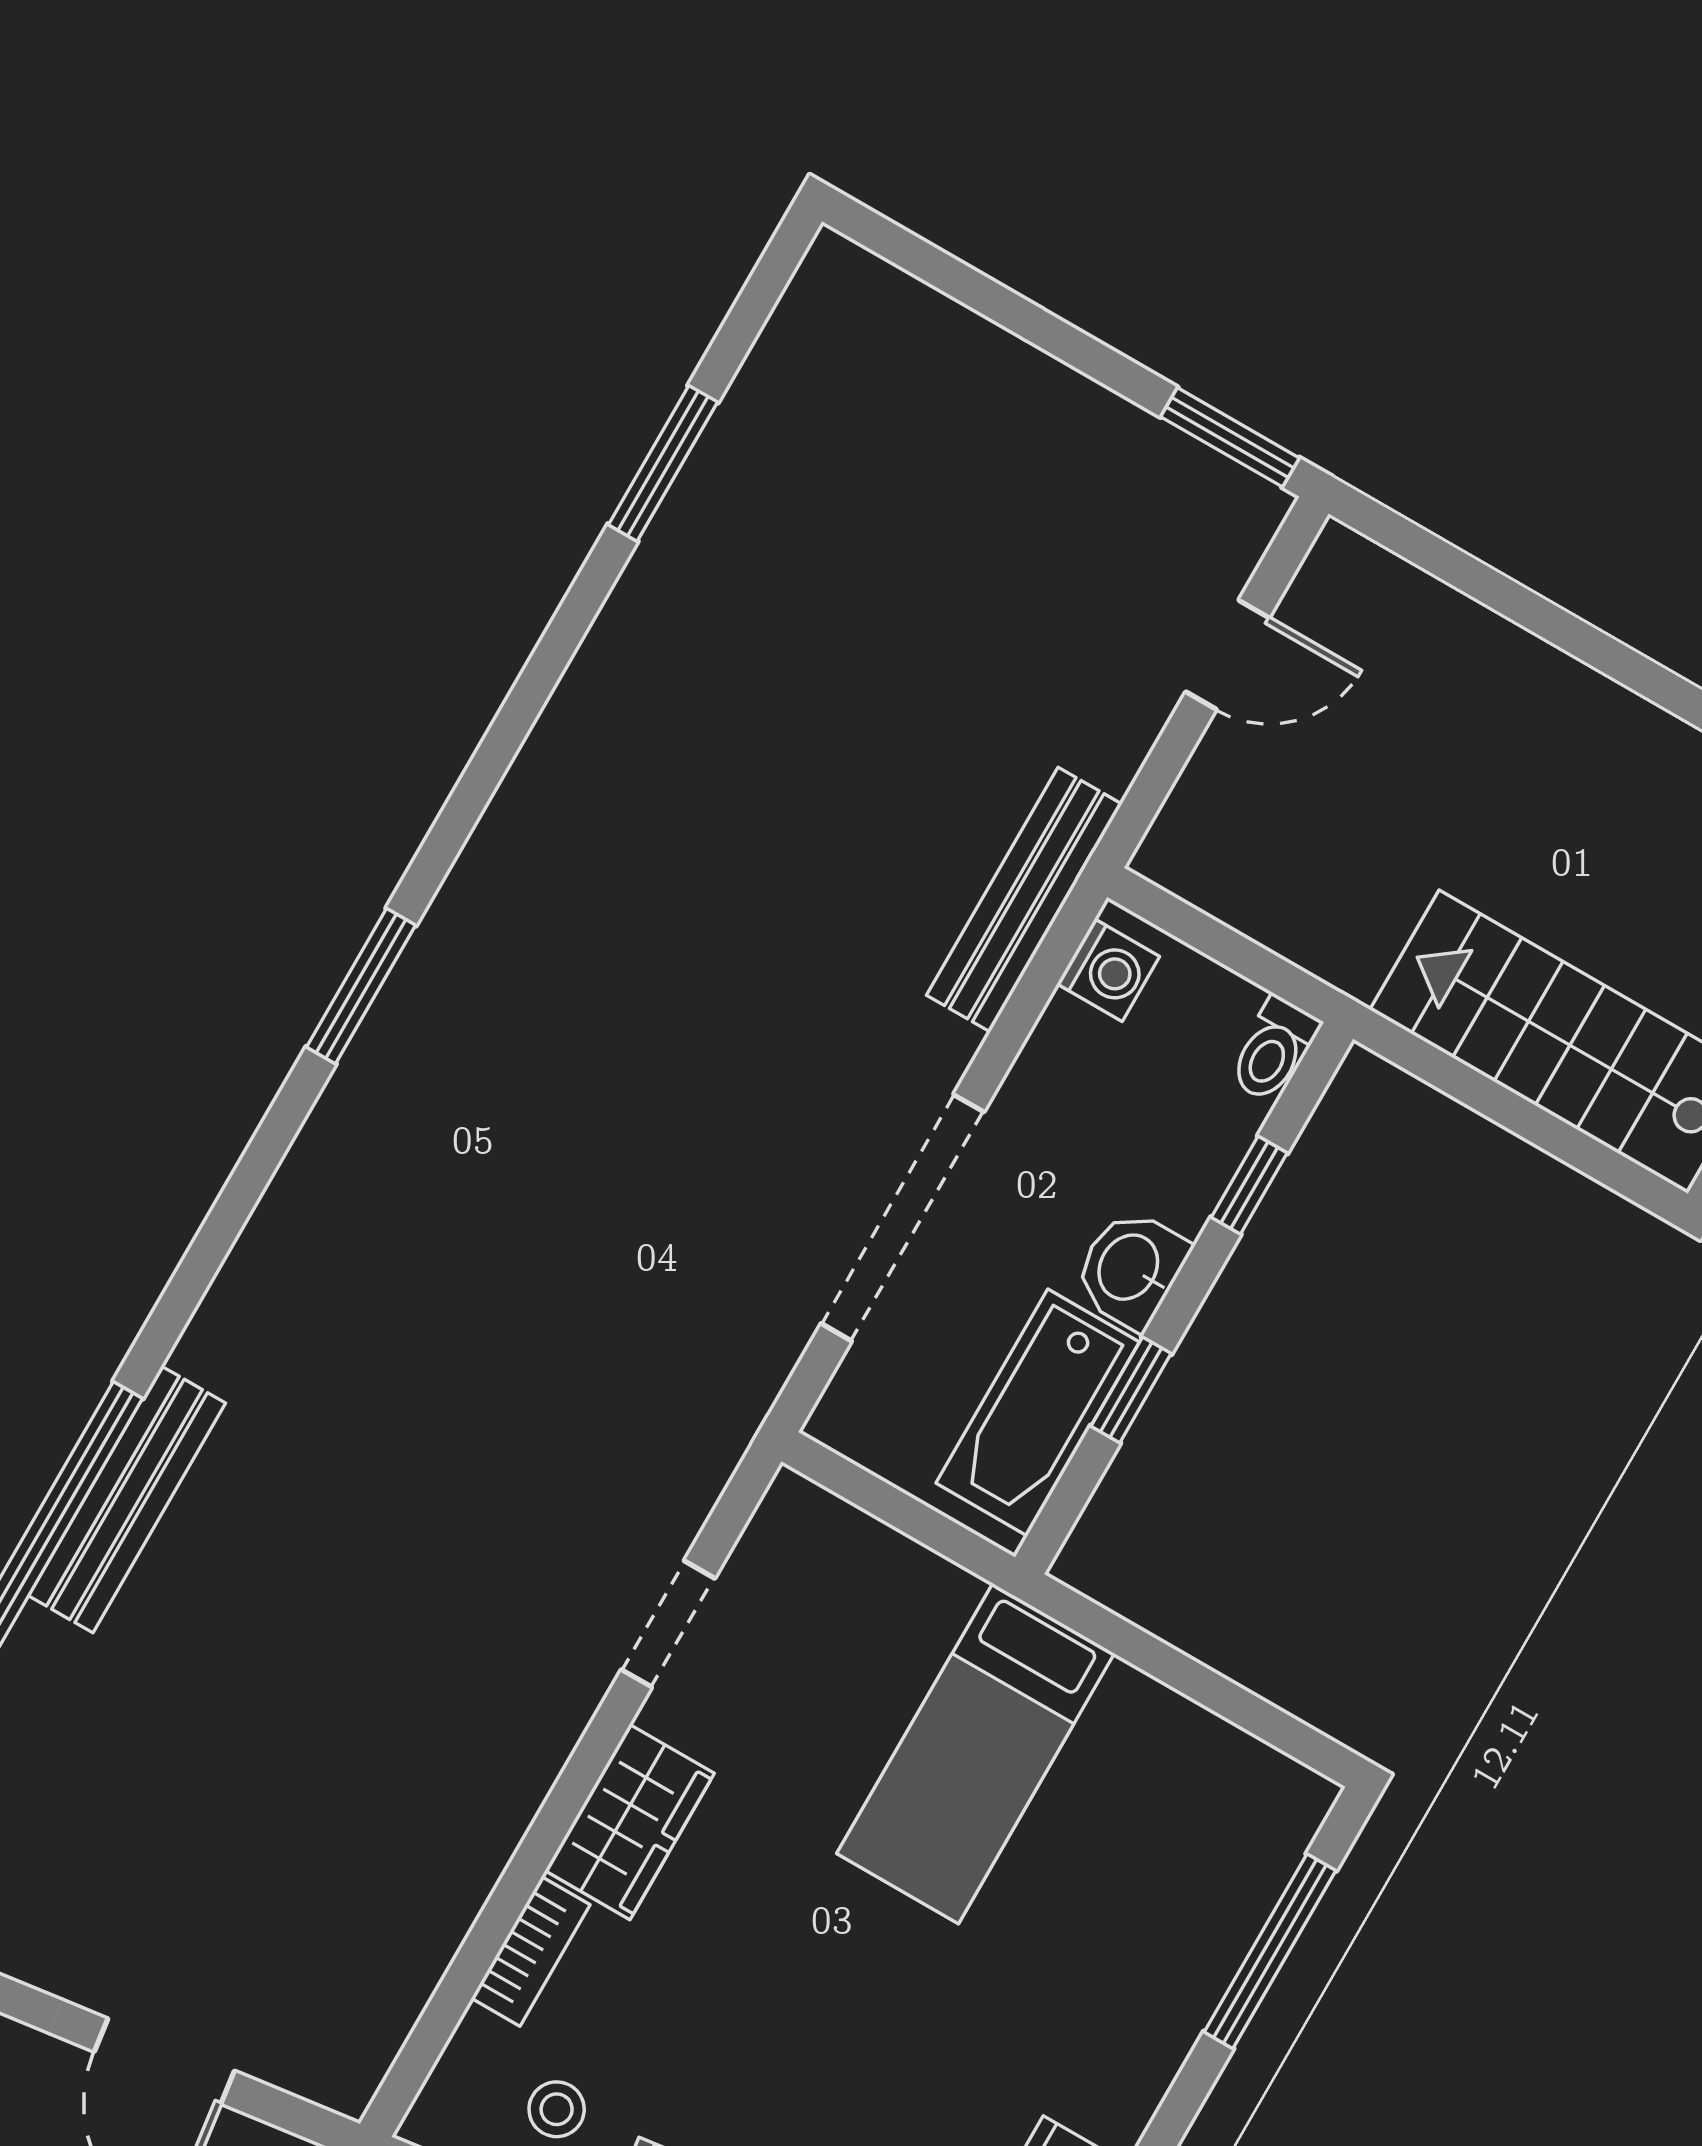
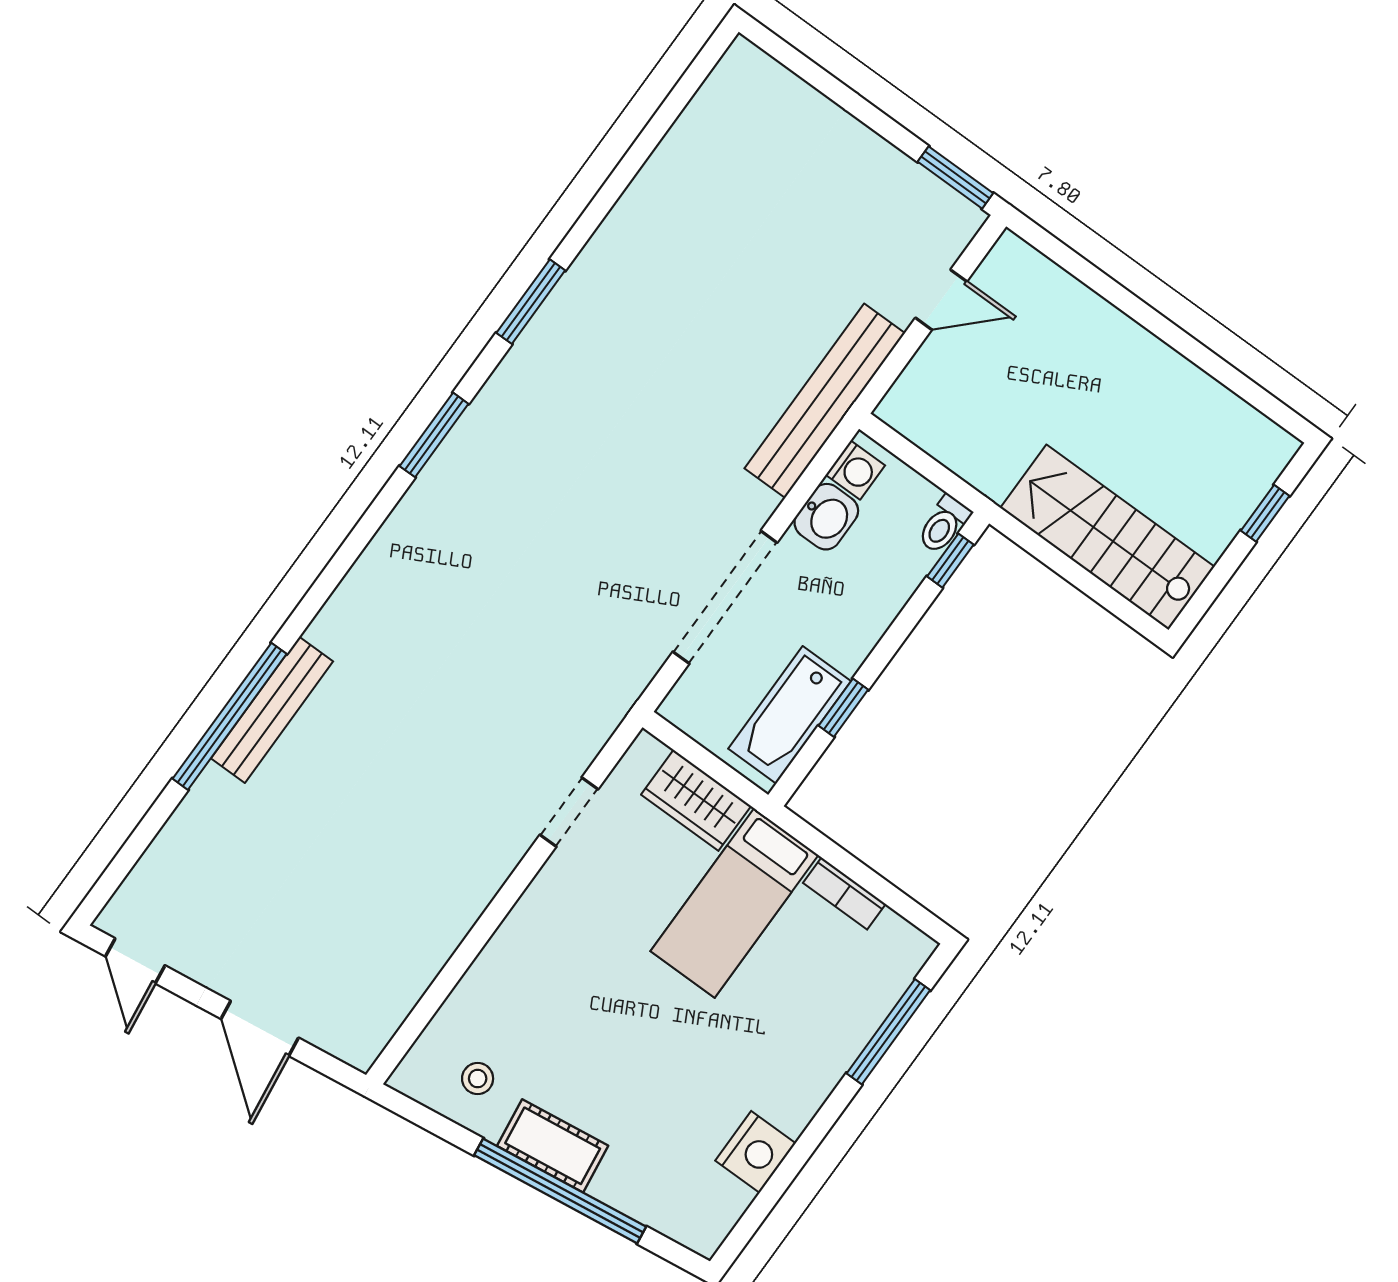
window: (663, 463) -> (531, 302), moved
bench: (1024, 900) -> (825, 401), width x1.37, depth x1.21
window: (1249, 1185) -> (950, 561), moved
washbasin: (1131, 1268) -> (826, 517), moved, turned 180
wardrobe: (630, 1822) -> (696, 800), moved, turned 90
bookcase: (531, 1951) -> (844, 893), moved, turned 90

